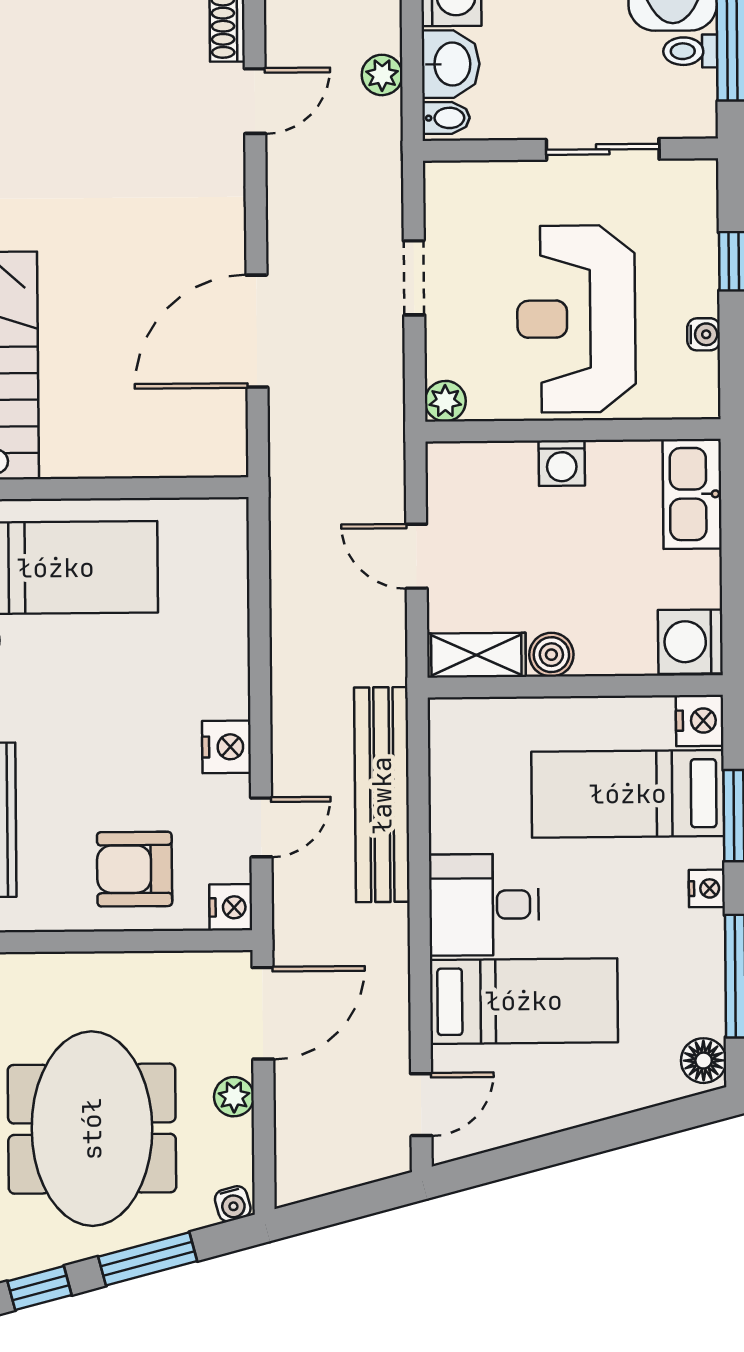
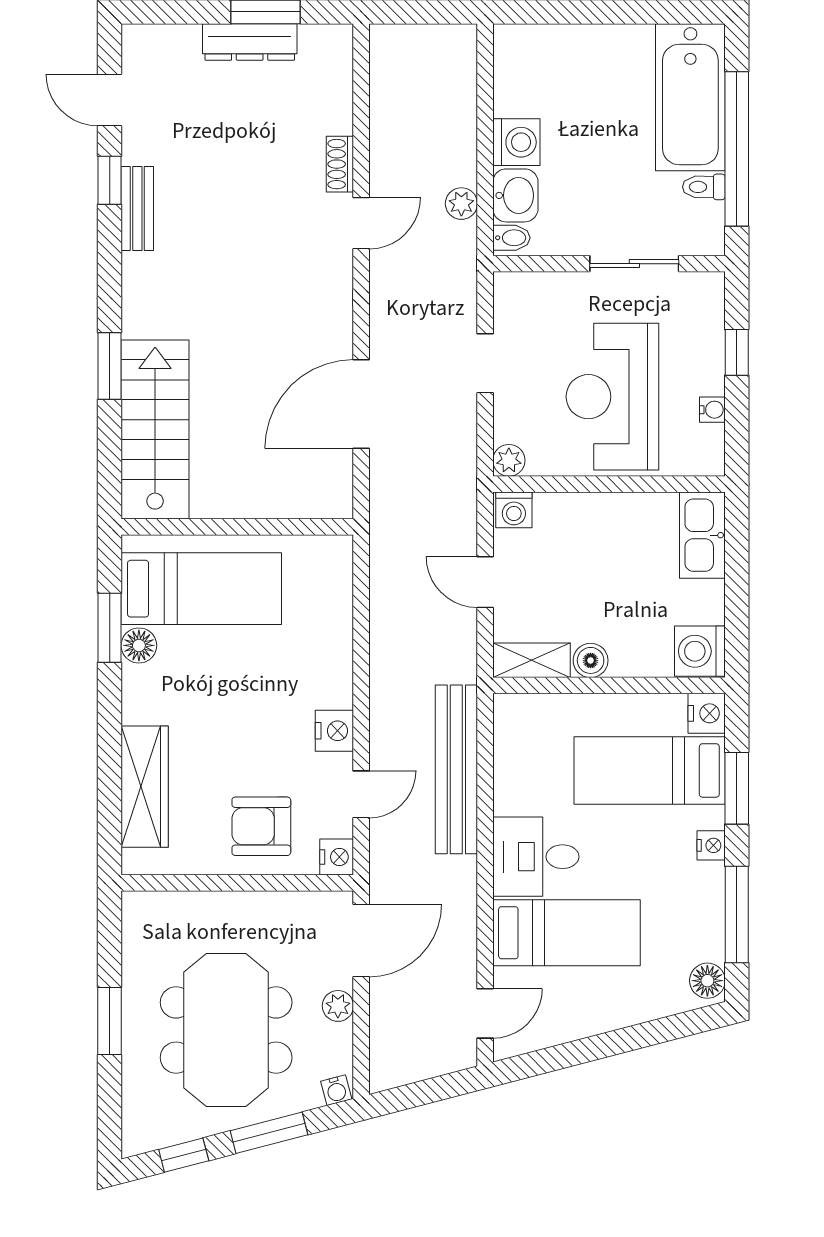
washing machine: (562, 463) -> (514, 510), moved

